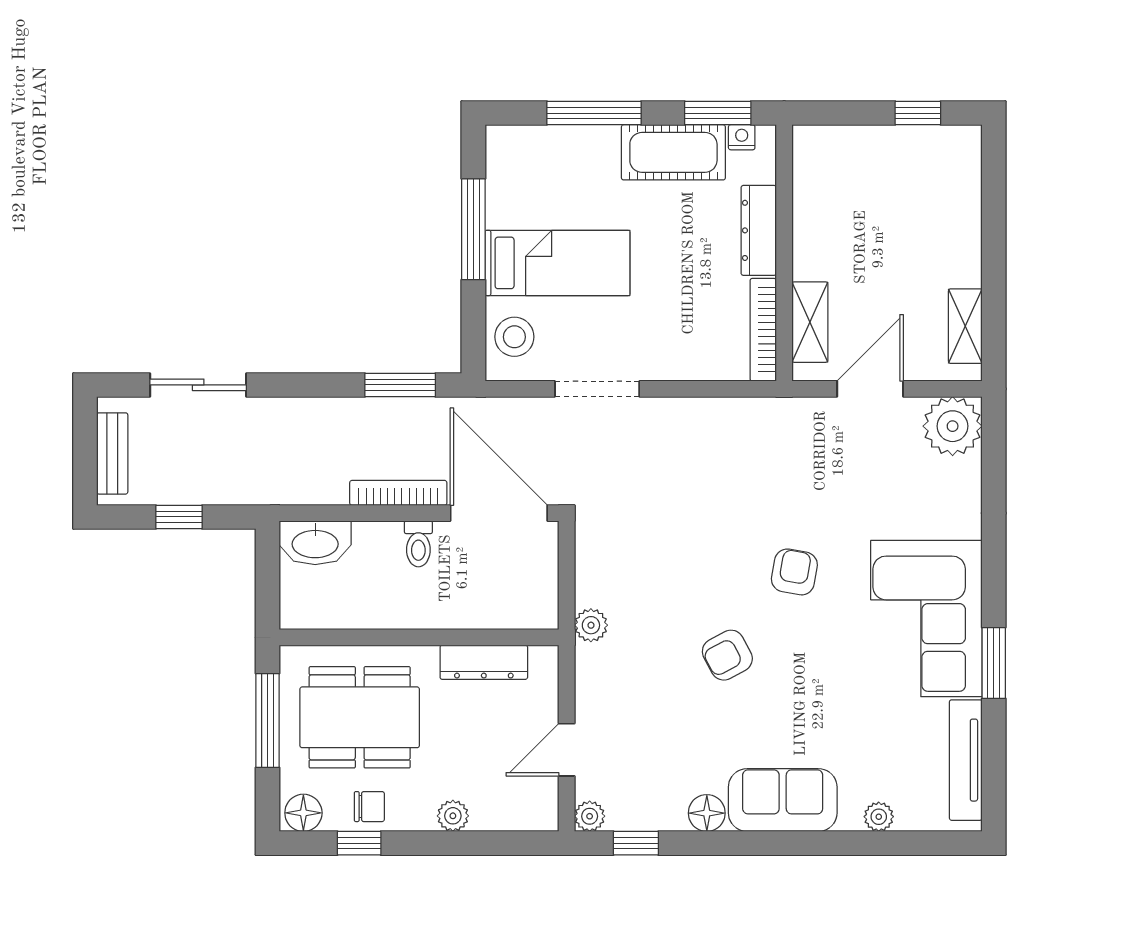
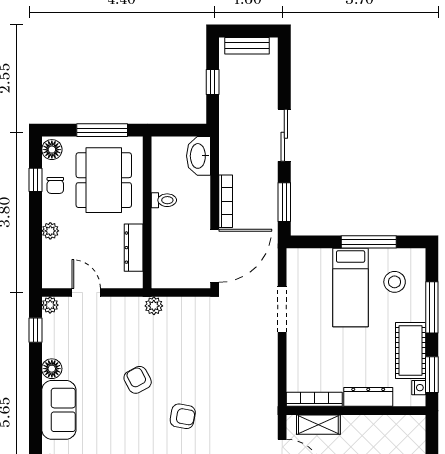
stool: (514, 337) -> (395, 282), moved
sliding door: (198, 385) -> (284, 135), moved
toilet: (418, 544) -> (164, 200), moved, turned 180

